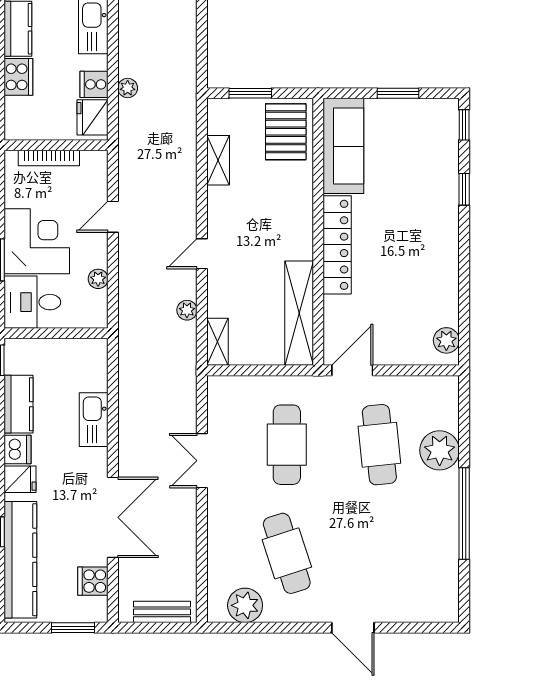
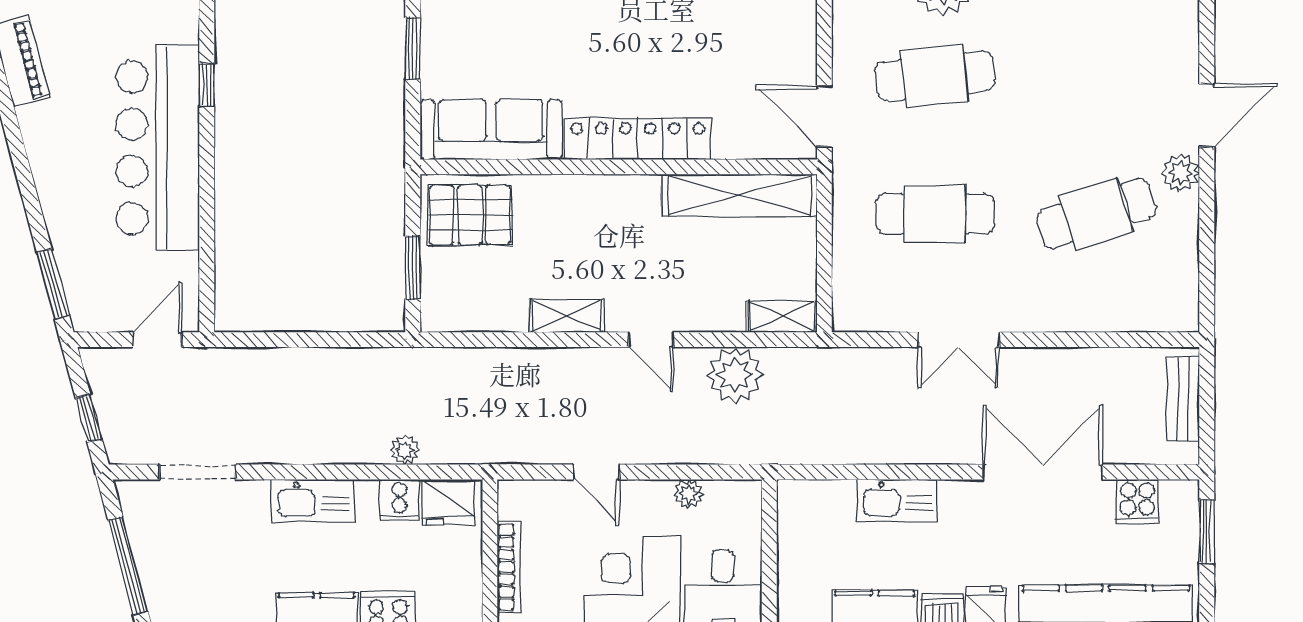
shelving: (218, 160) -> (567, 316), moved
plant: (187, 310) -> (735, 375), width x1.88, depth x1.88
plant: (245, 605) -> (1180, 173), moved, width x0.73, depth x0.73

